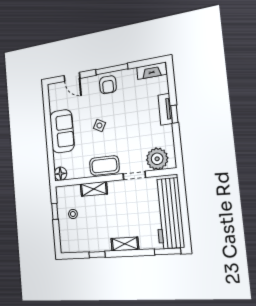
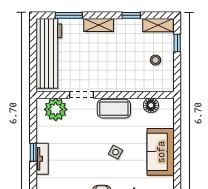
floor lamp: (60, 174) -> (151, 105), moved
shelving: (94, 189) -> (158, 25), moved
window: (55, 211) -> (177, 43), moved
window: (167, 251) -> (69, 15), moved

